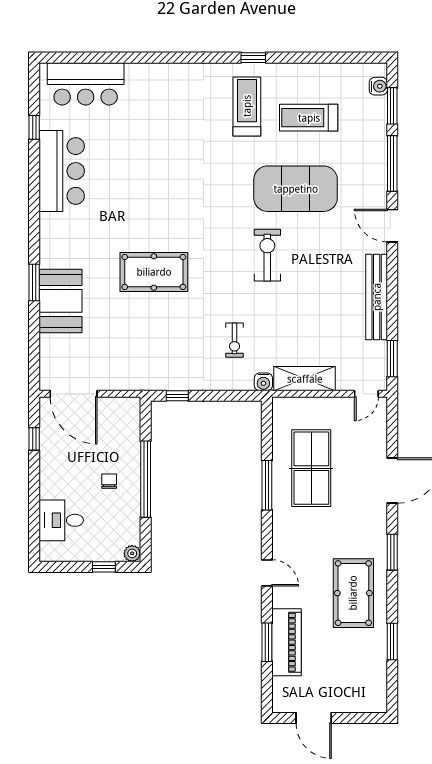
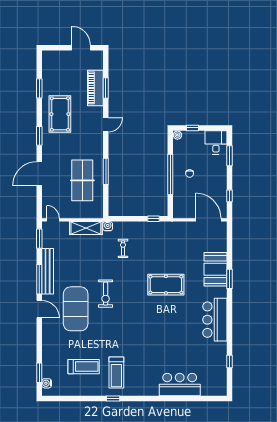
bar counter: (86, 84) -> (180, 385), moved
window: (392, 164) -> (39, 279), moved
bar counter: (62, 171) -> (215, 320), moved
exercise mat: (296, 189) -> (76, 309), moved, turned 90
door: (366, 394) -> (53, 220), hinge flipped
window: (34, 515) -> (229, 156), added
desk: (61, 520) -> (216, 142), moved, turned -90
door: (267, 573) -> (106, 125), swing flipped

